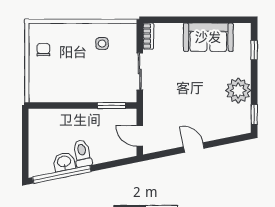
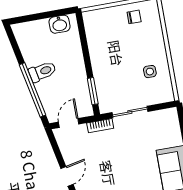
bookcase: (148, 36) -> (100, 126), moved
washbasin: (64, 162) -> (59, 24), moved, turned 102
window: (62, 174) -> (33, 90), moved

